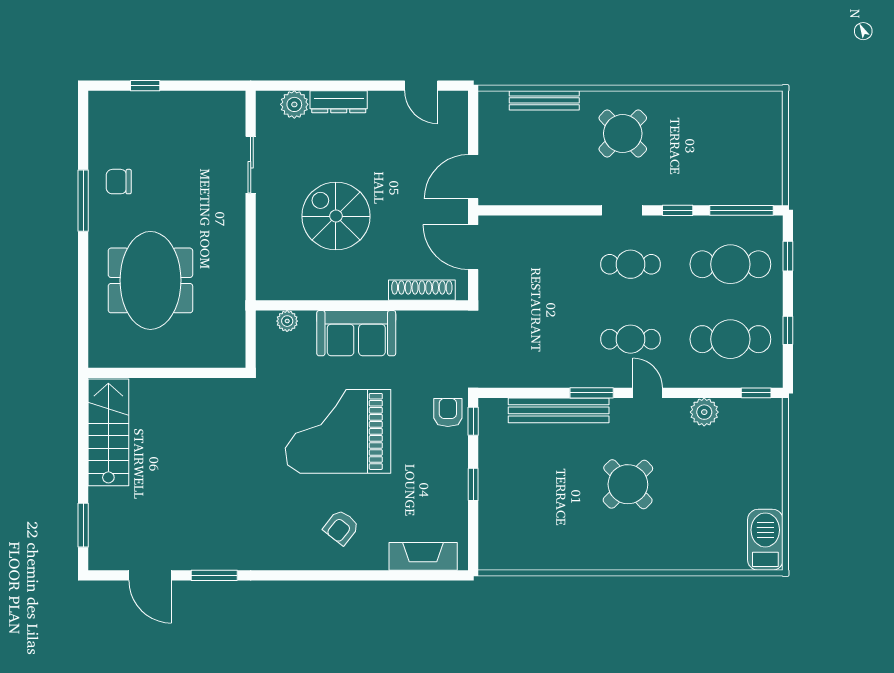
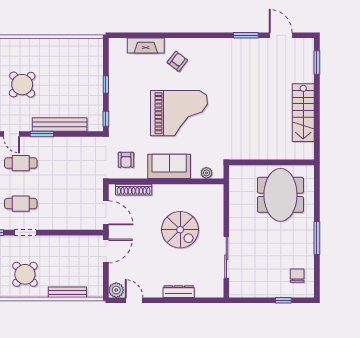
plant: (294, 104) -> (116, 290), moved
sliding door: (251, 165) -> (226, 257), width x1.37
chair: (119, 182) -> (297, 276), moved, turned -90
wall: (167, 373) -> (272, 162), moved
armchair: (448, 412) -> (126, 160), moved
fireplace: (423, 556) -> (146, 46), moved

